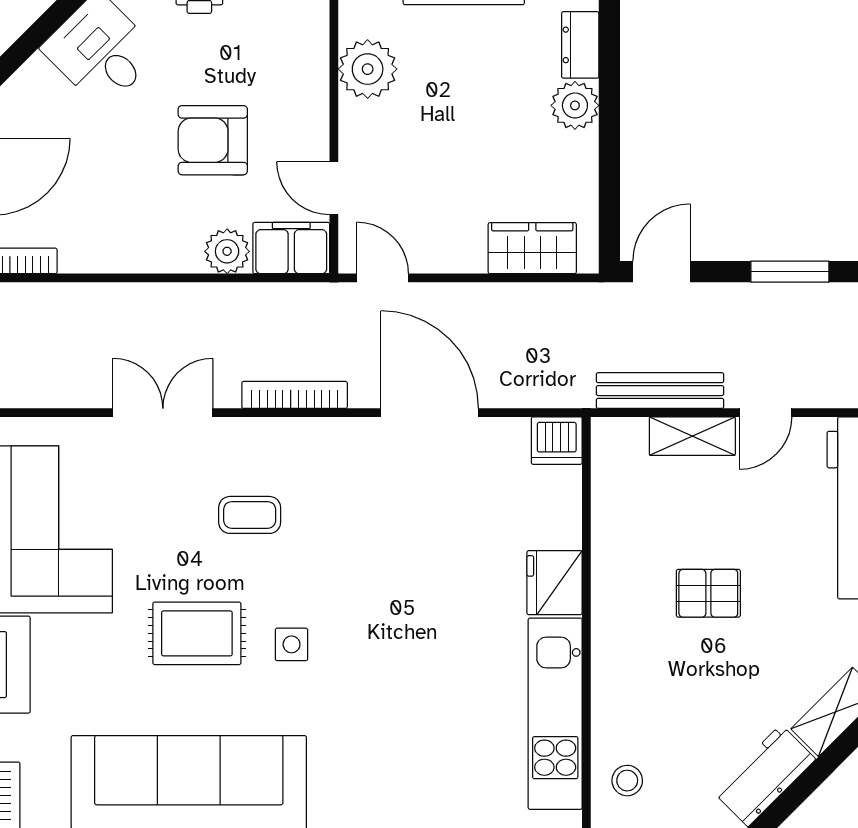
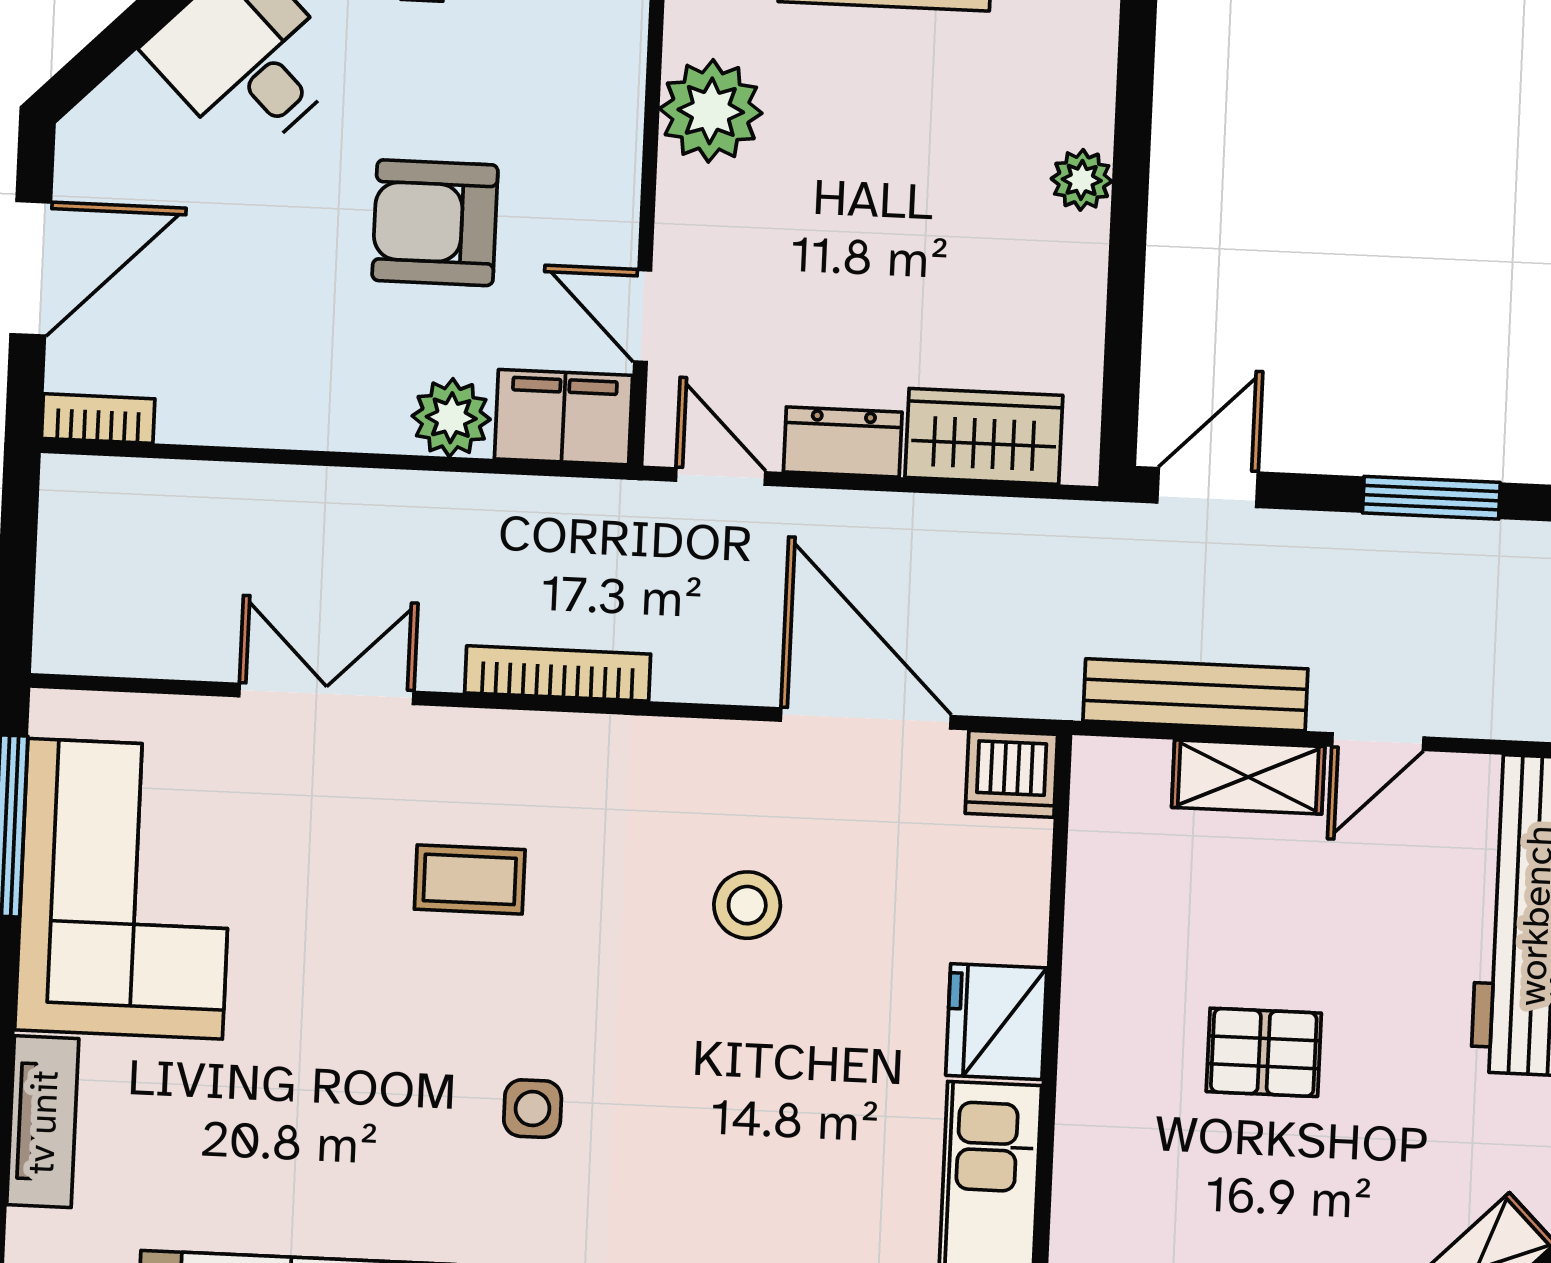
dresser: (580, 45) -> (843, 442), moved, turned 90
plant: (575, 105) -> (1082, 180), width x0.73, depth x0.73
door: (430, 413) -> (866, 718), moved
stool: (409, 522) -> (747, 905), added
rug: (197, 633) -> (368, 1082), removed

